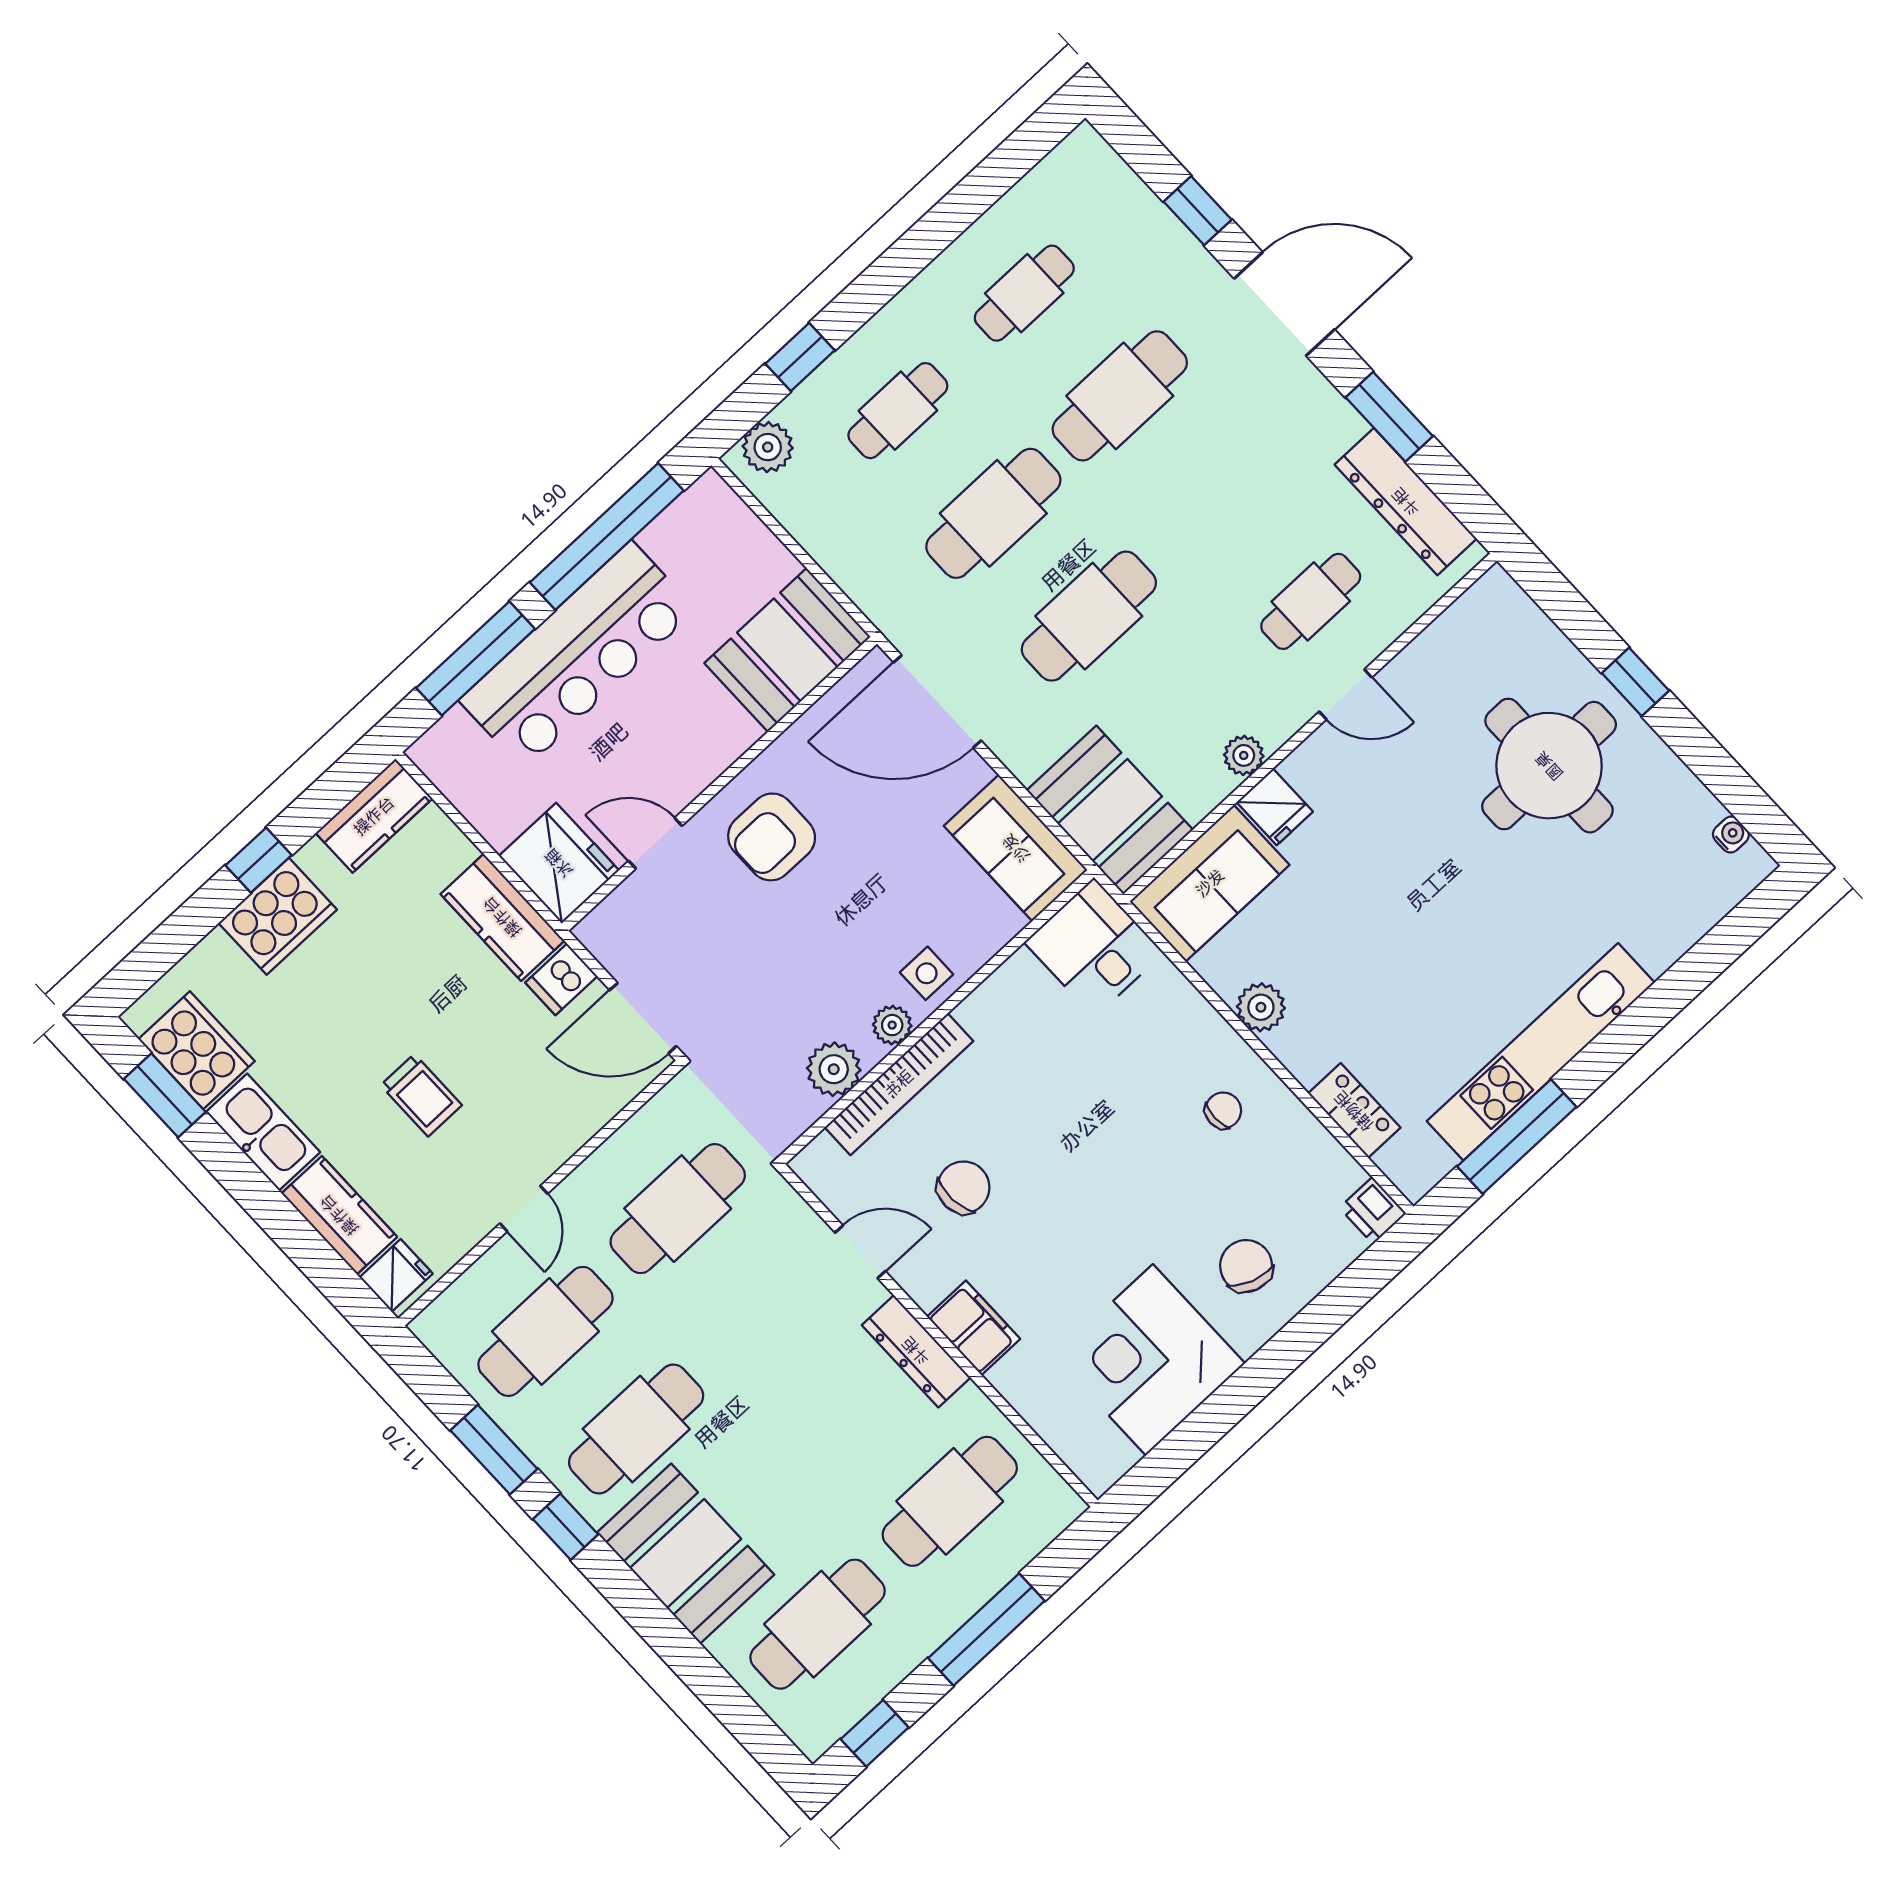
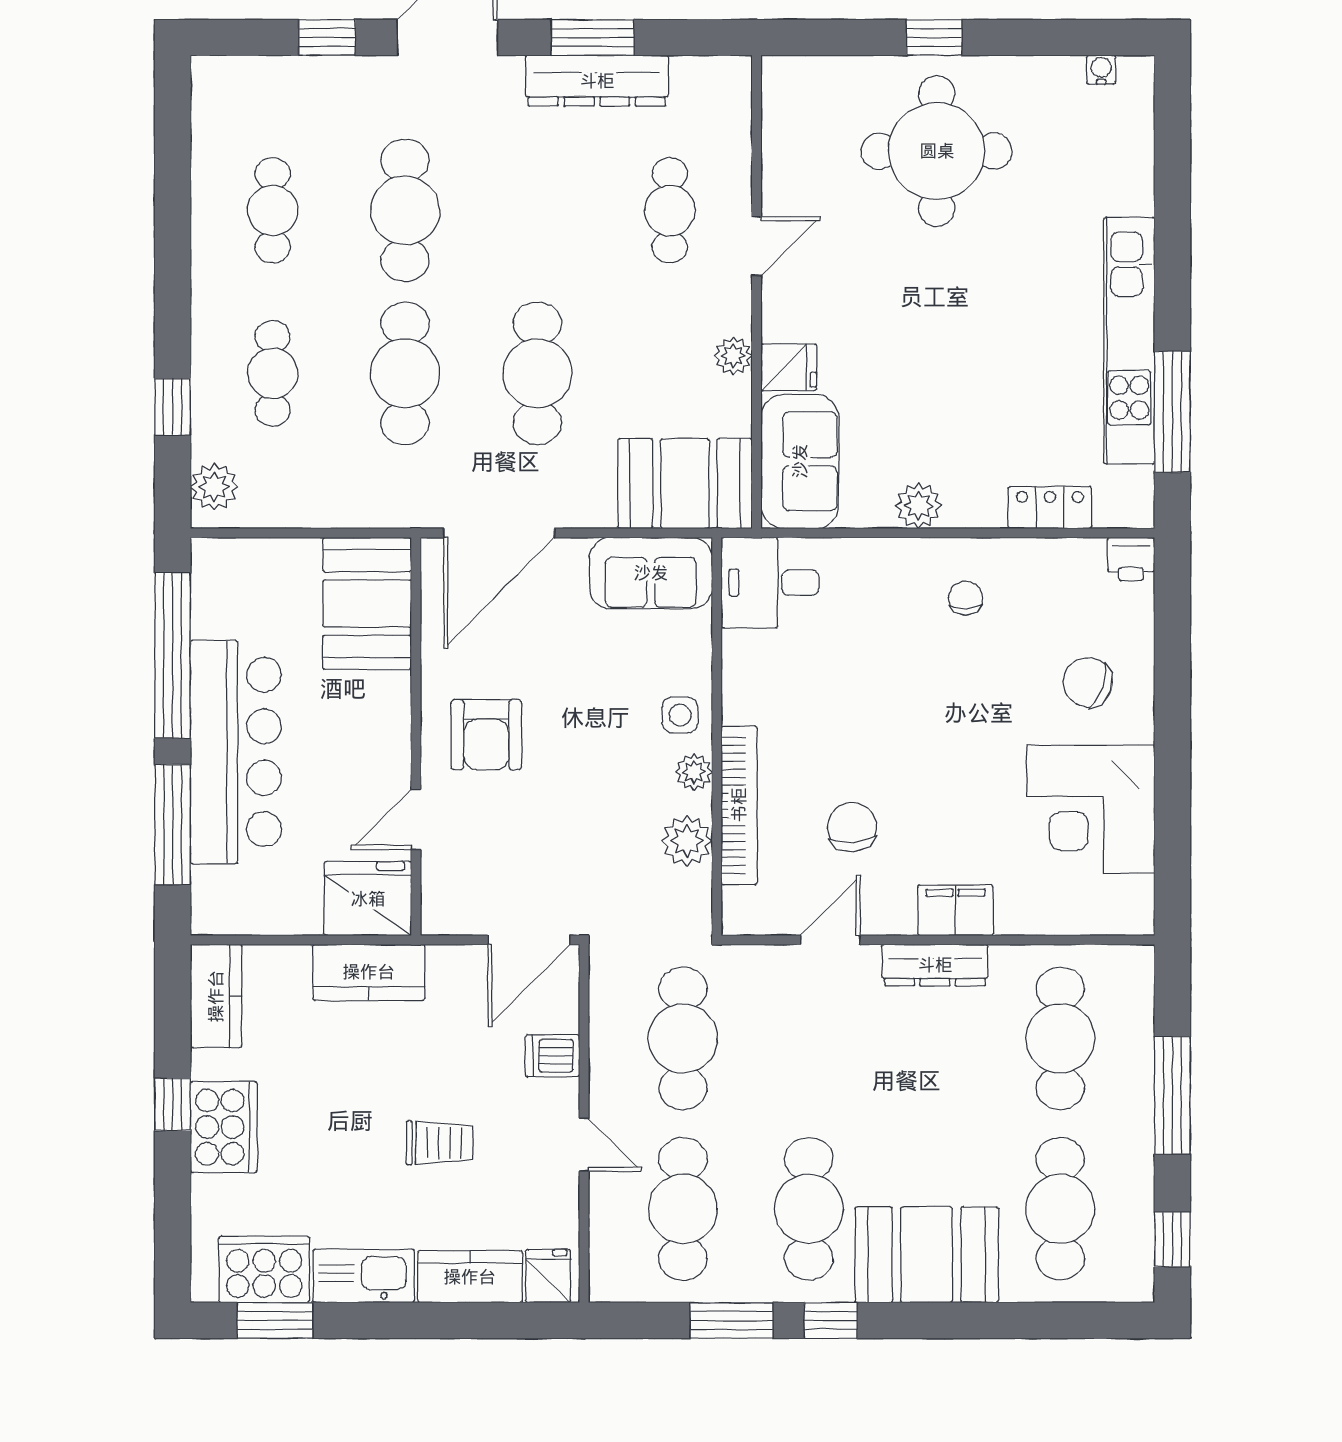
dresser: (1406, 502) -> (597, 81), moved
dishwasher: (561, 979) -> (552, 1056), moved, turned 90

